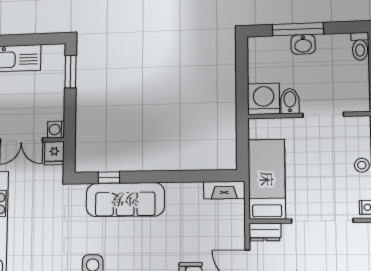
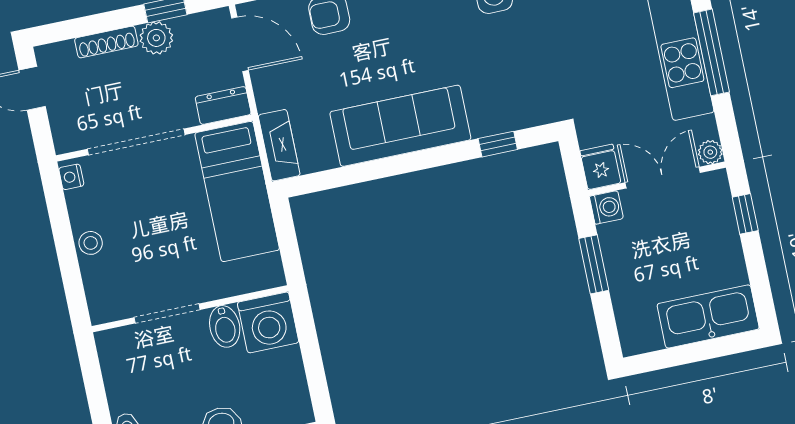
window: (70, 72) -> (594, 264), moved
fireplace: (224, 190) -> (279, 145), moved, turned 90
sofa: (125, 200) -> (400, 126), moved

